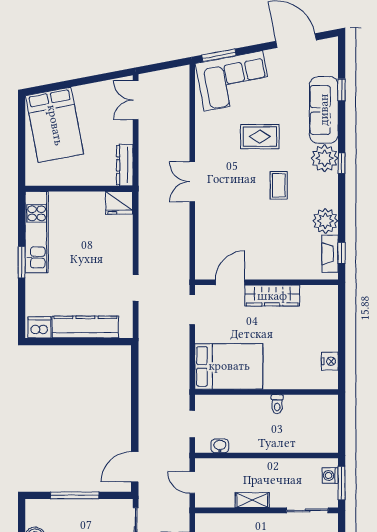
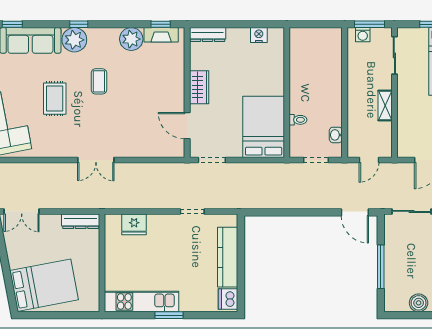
coffee table: (279, 185) -> (99, 81), turned 90
fridge: (119, 203) -> (134, 224), moved, turned 90
wardrobe: (272, 296) -> (199, 87), width x0.67
dresser: (330, 305) -> (208, 35), added
toilet: (277, 404) -> (298, 120), moved

